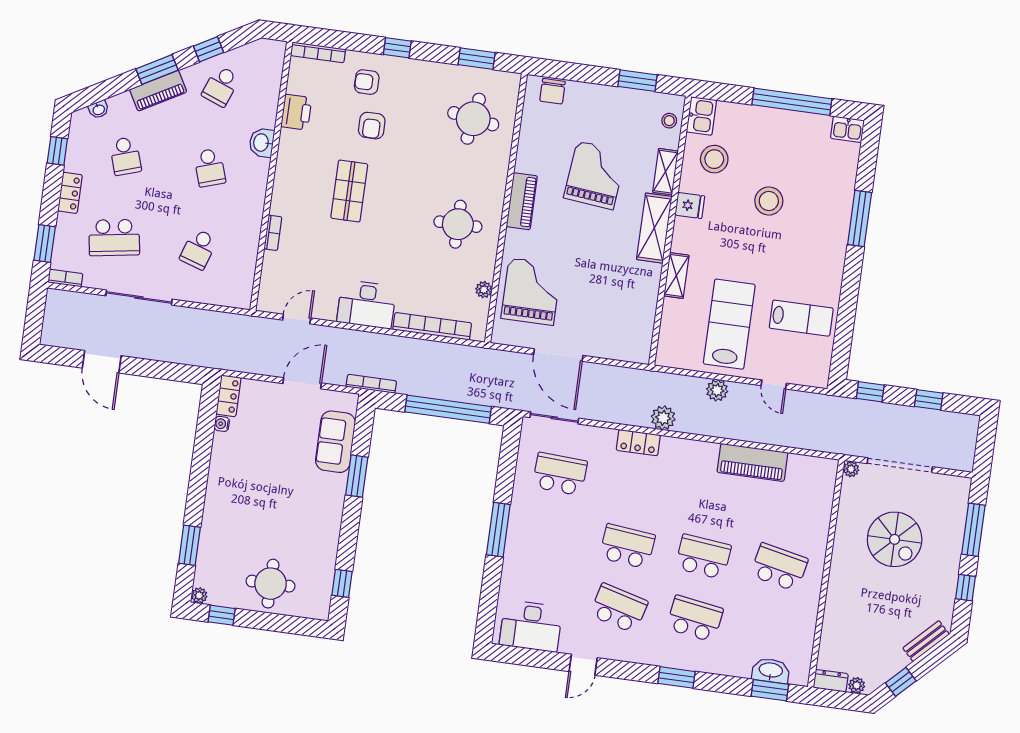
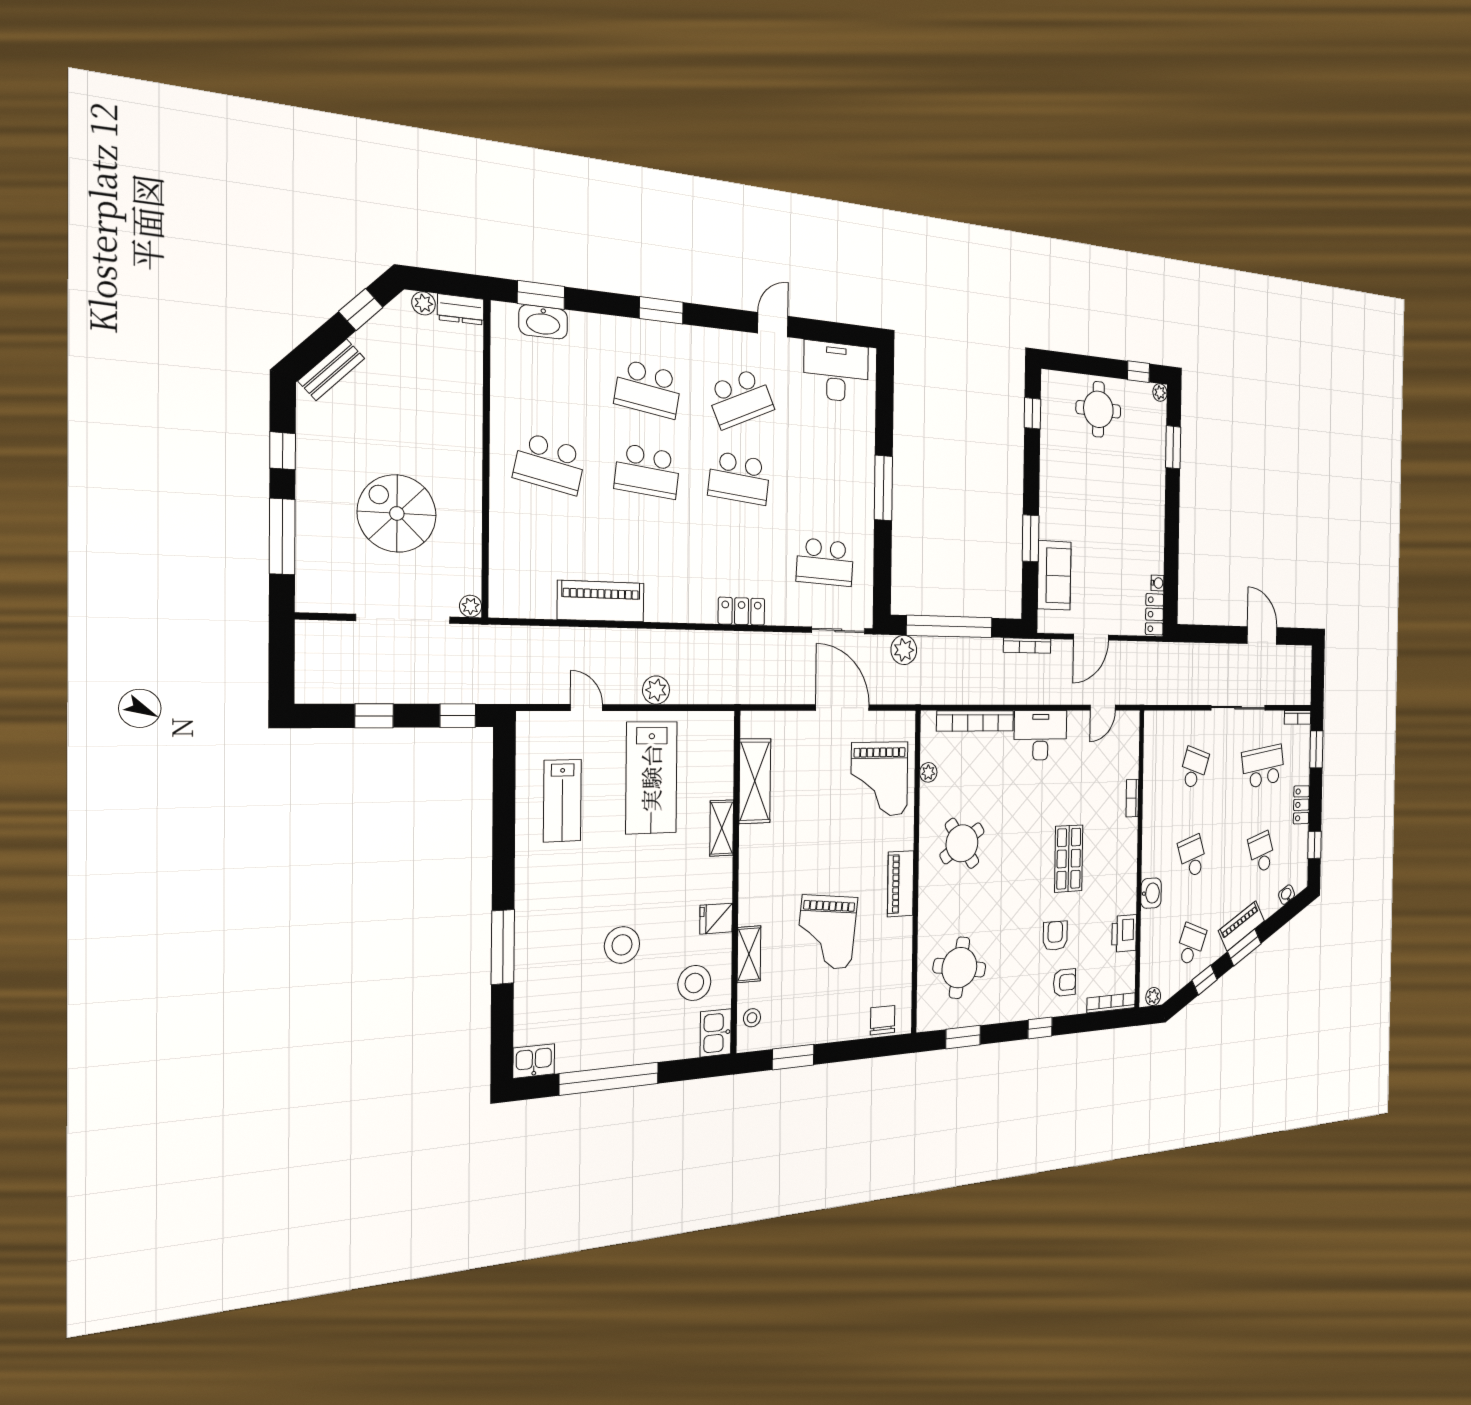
plant: (270, 47) -> (1153, 997), added
round table: (458, 224) -> (962, 843), turned -34
shelving: (654, 228) -> (755, 781), moved
lab bench: (801, 318) -> (562, 801), turned -90
plant: (663, 418) -> (904, 650), moved
school desk: (619, 608) -> (740, 398), turned -39

